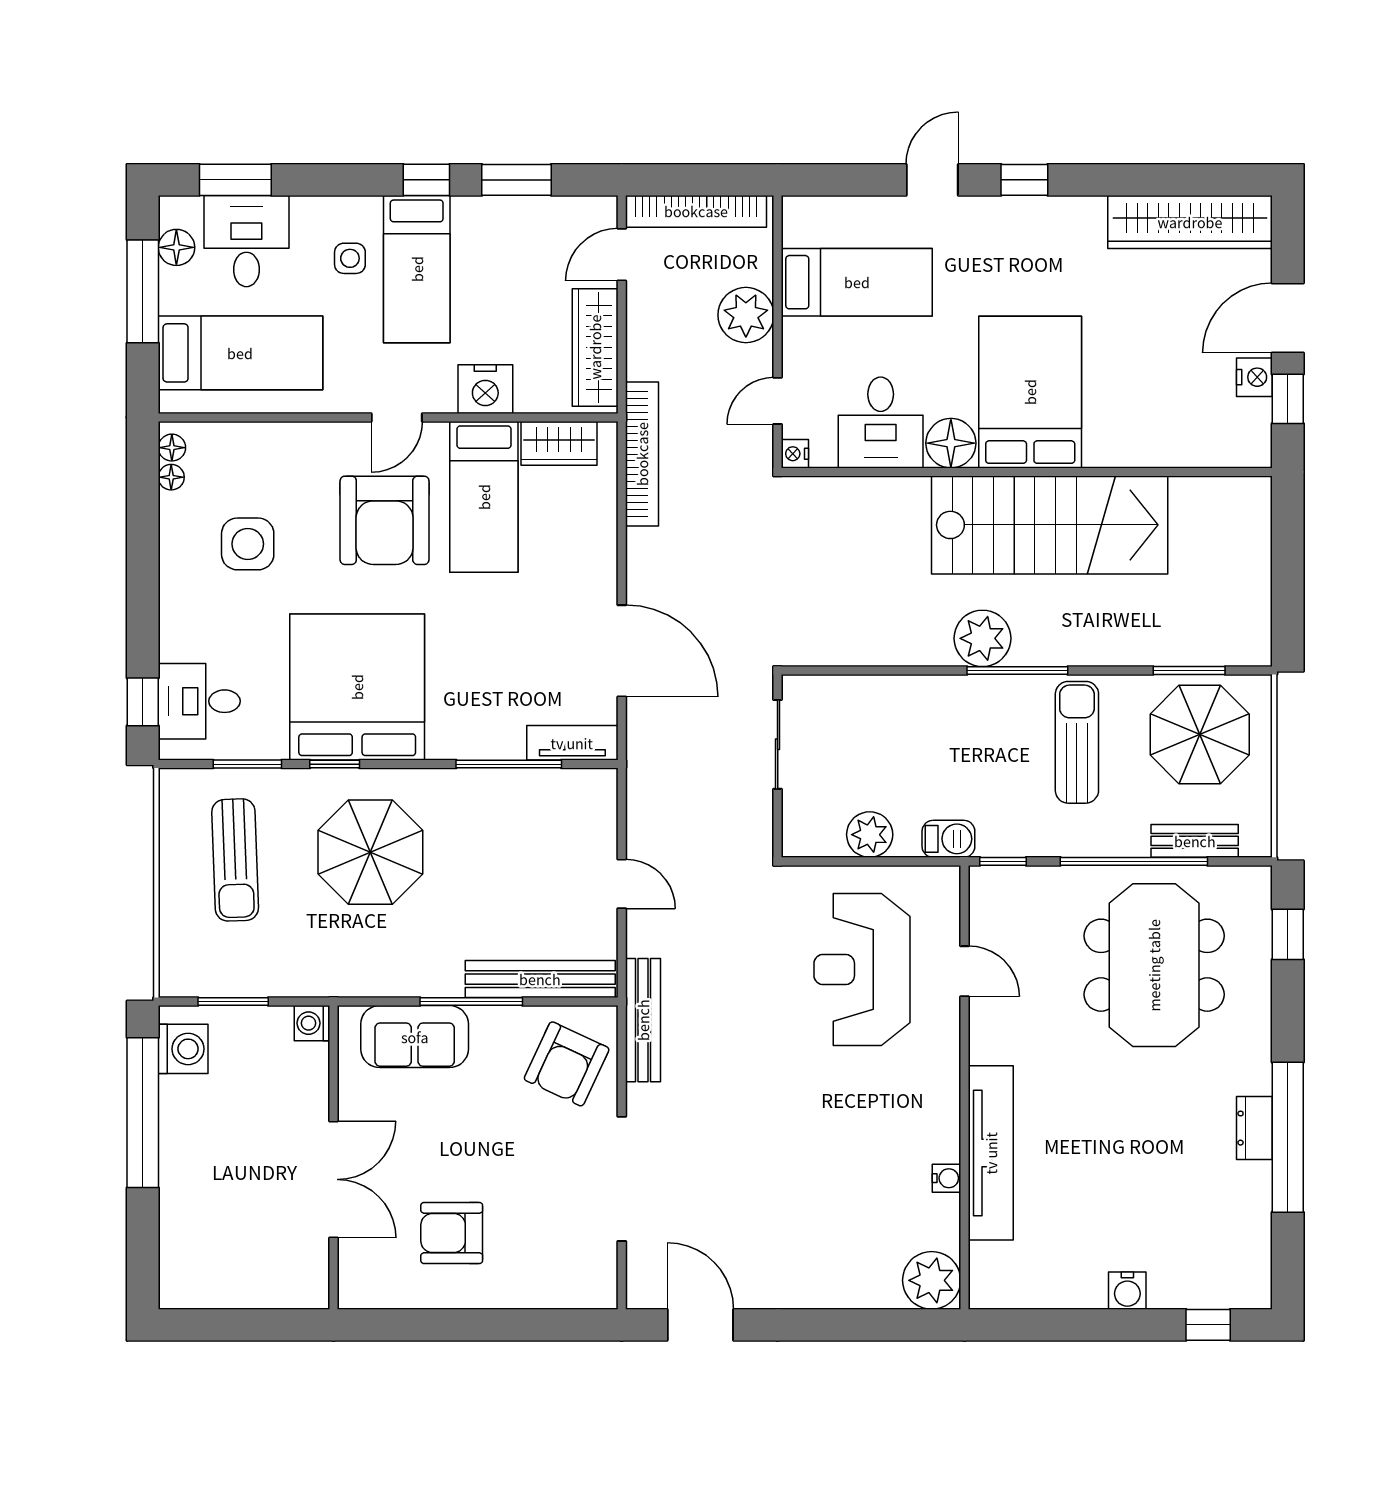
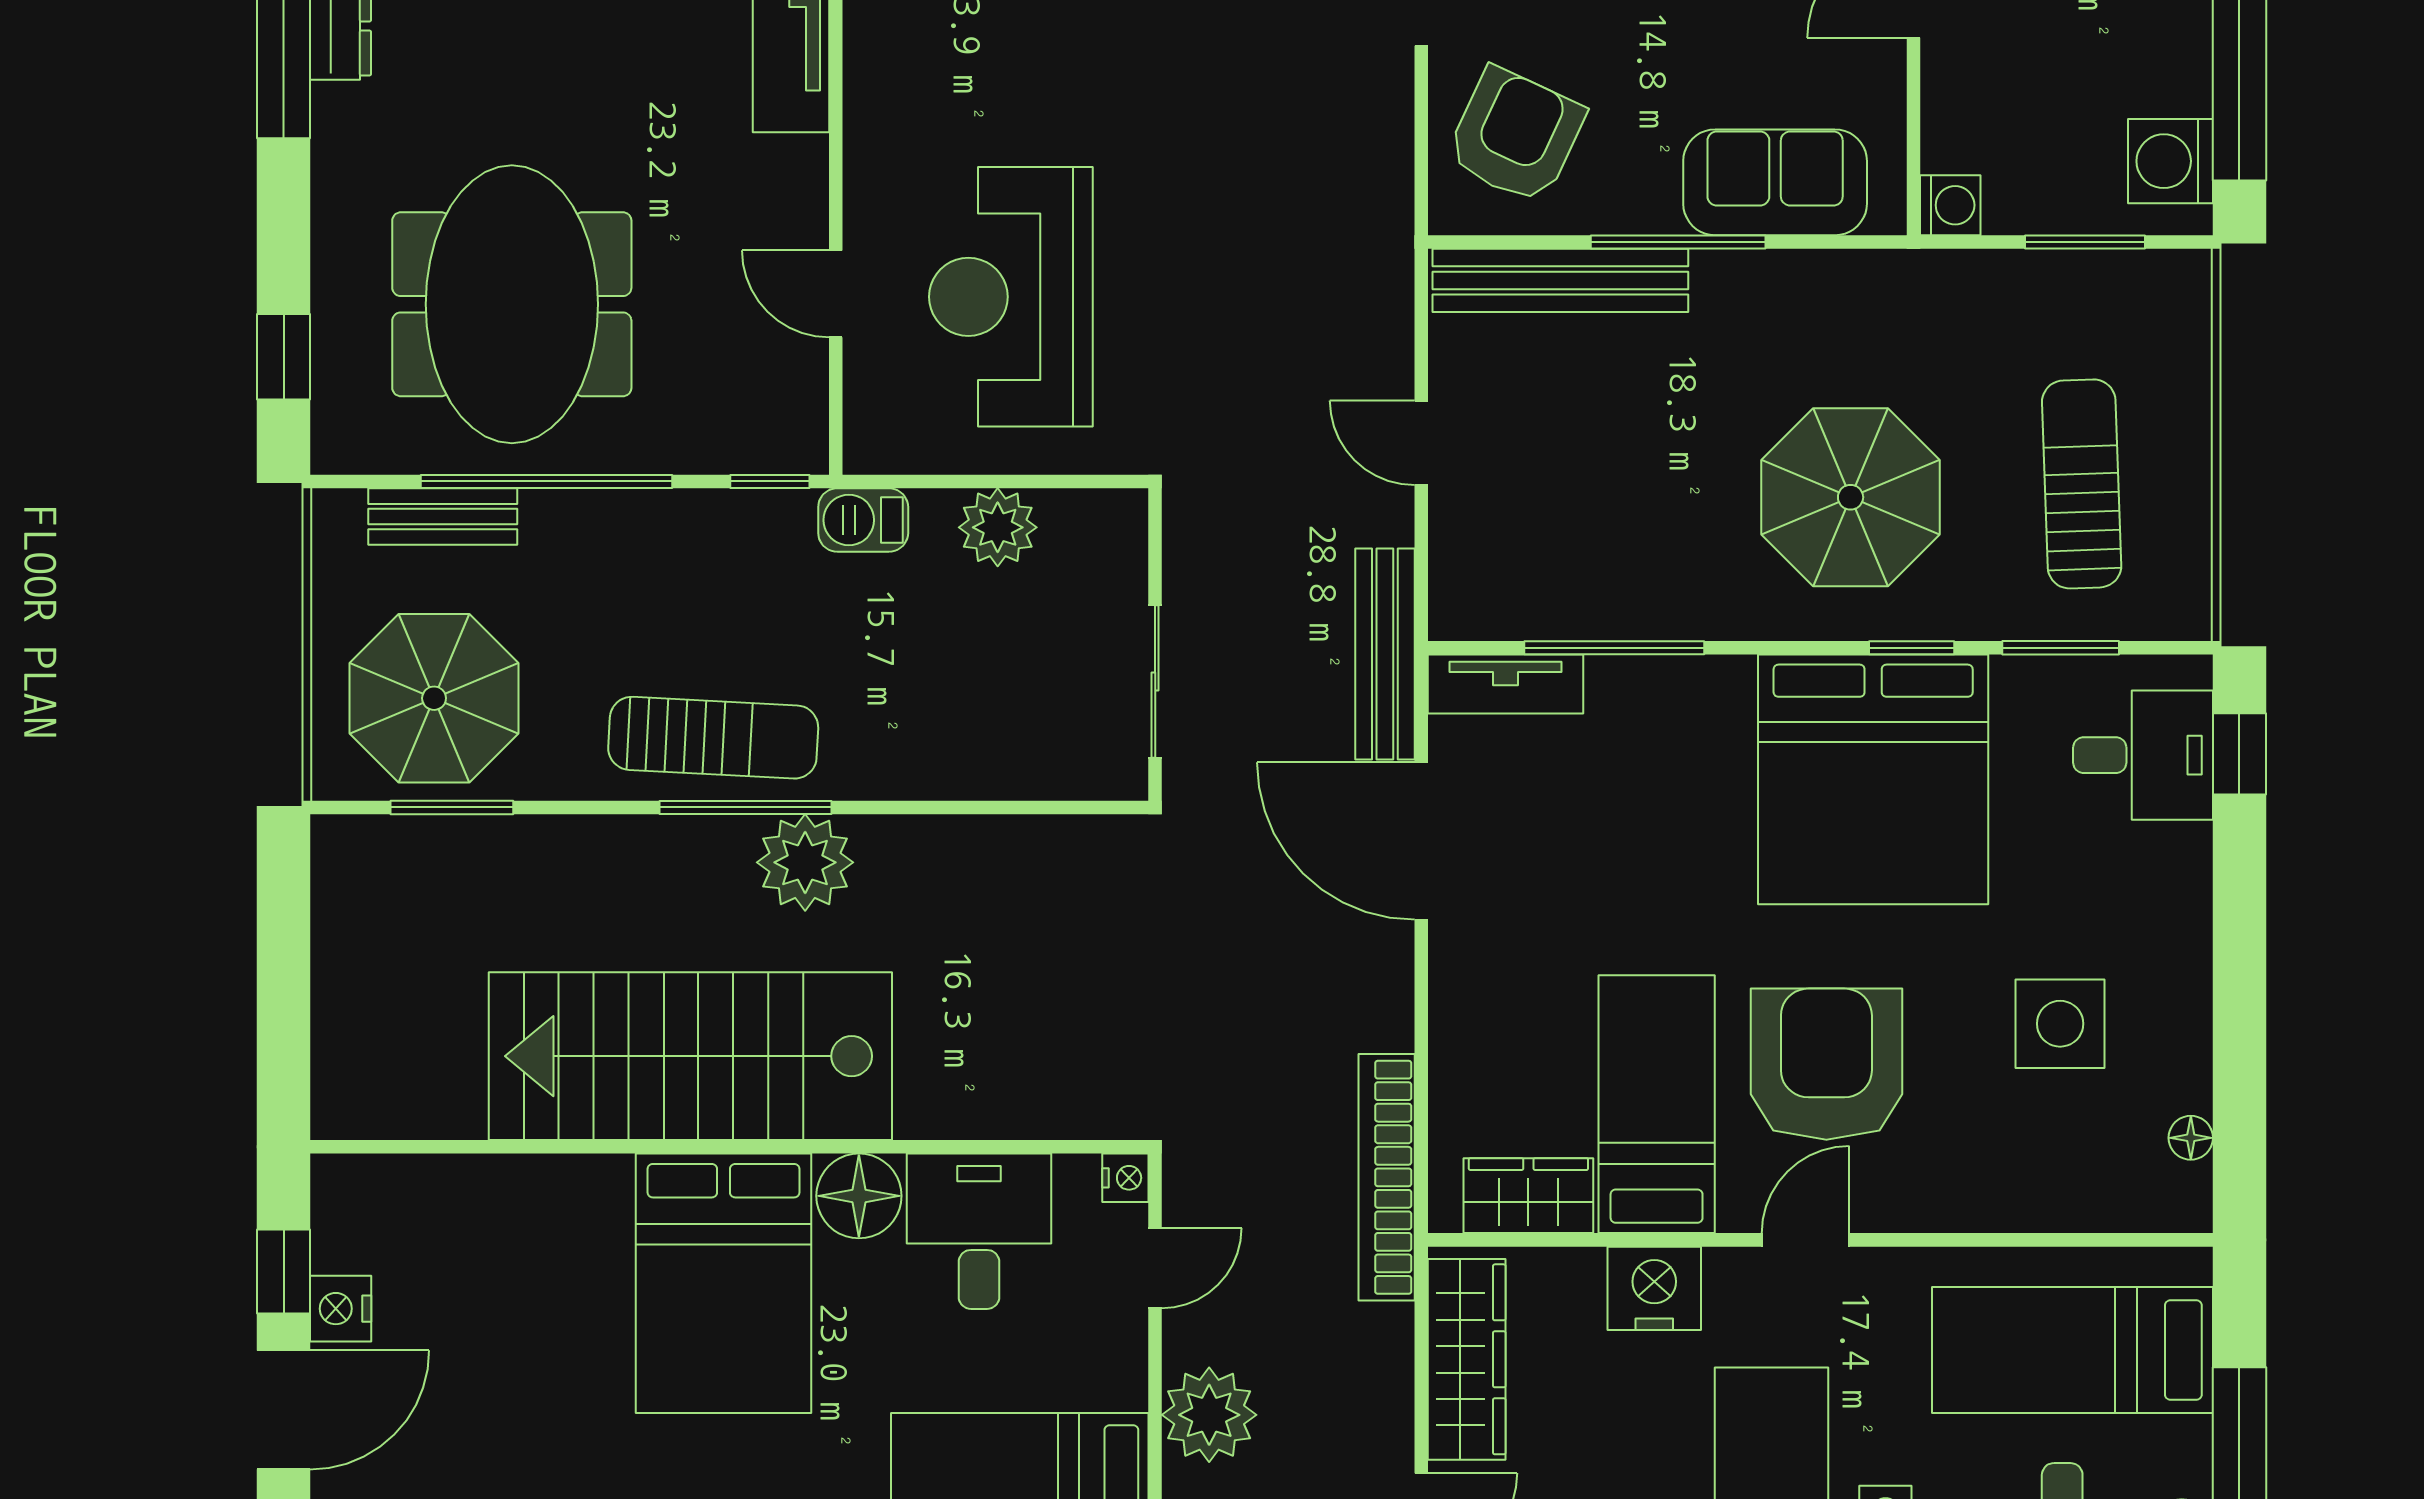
floor lamp: (172, 448) -> (2190, 1188), removed
sun lounger: (1077, 742) -> (713, 738), moved, turned -87
reception desk: (862, 969) -> (1011, 297), turned 180
bench: (643, 1020) -> (1385, 654), moved

